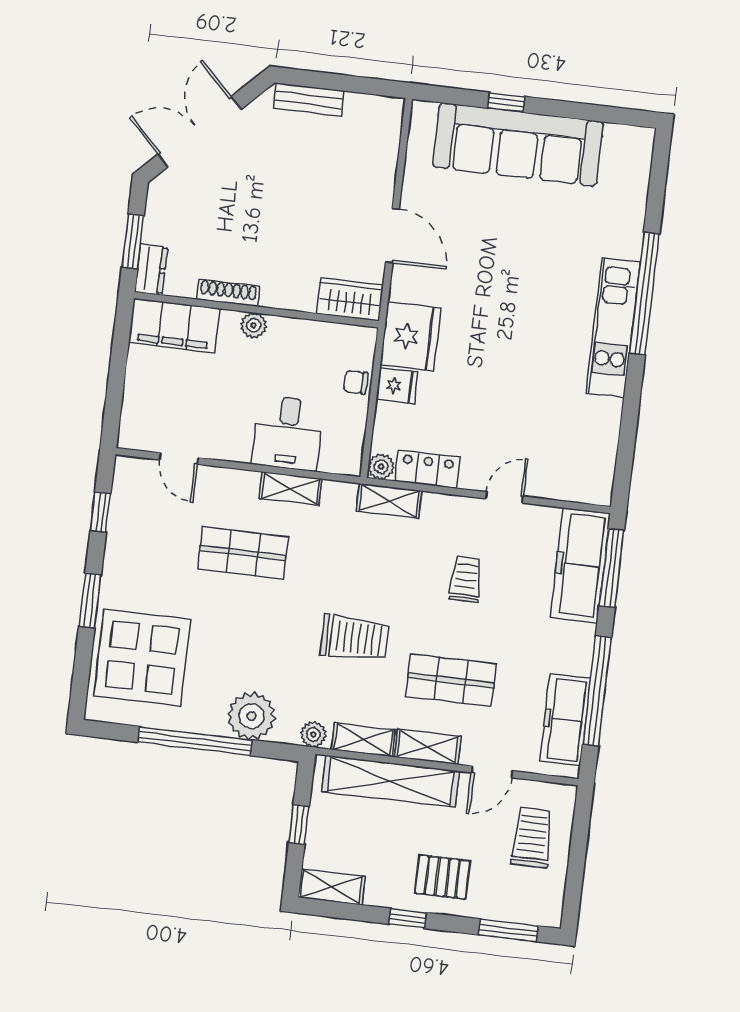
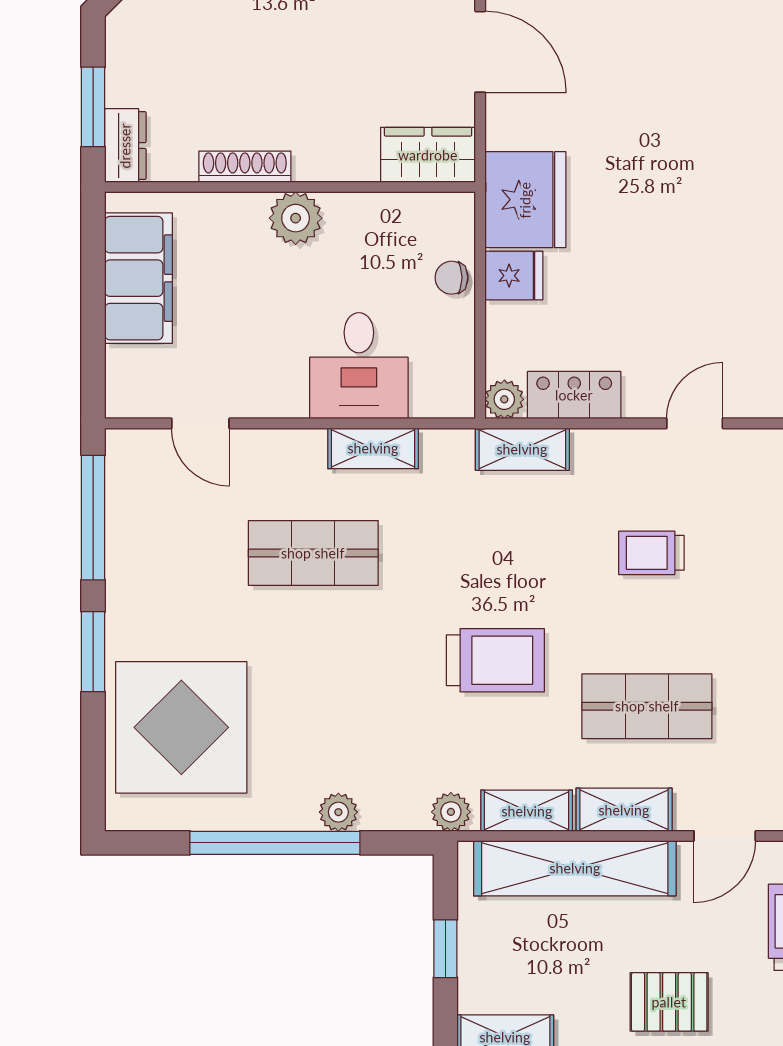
plant: (253, 325) -> (296, 218), width x1.38, depth x1.38
filing cabinet: (174, 326) -> (138, 278), moved, turned -90
window: (101, 512) -> (93, 518), width x2.17
trolley: (466, 579) -> (651, 553), turned -90
plant: (251, 716) -> (338, 812), width x0.53, depth x0.53

